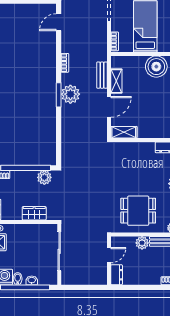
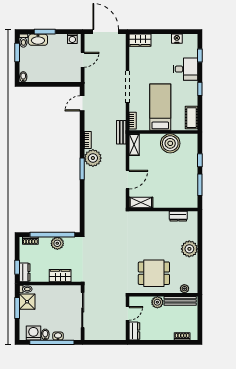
bench: (102, 75) -> (121, 132), moved
shelving: (116, 81) -> (134, 145), moved
plant: (70, 94) -> (93, 158), moved
plant: (44, 177) -> (57, 243), moved

